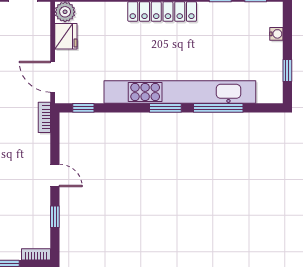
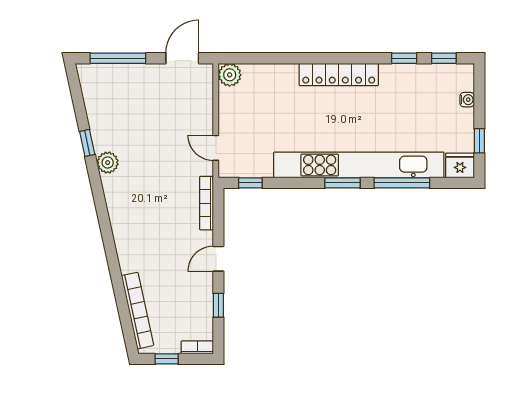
fridge: (66, 36) -> (460, 165), moved, turned -90
door: (53, 77) -> (216, 148), width x0.73
bookcase: (44, 117) -> (206, 203), width x1.56
door: (55, 175) -> (218, 259), swing flipped

